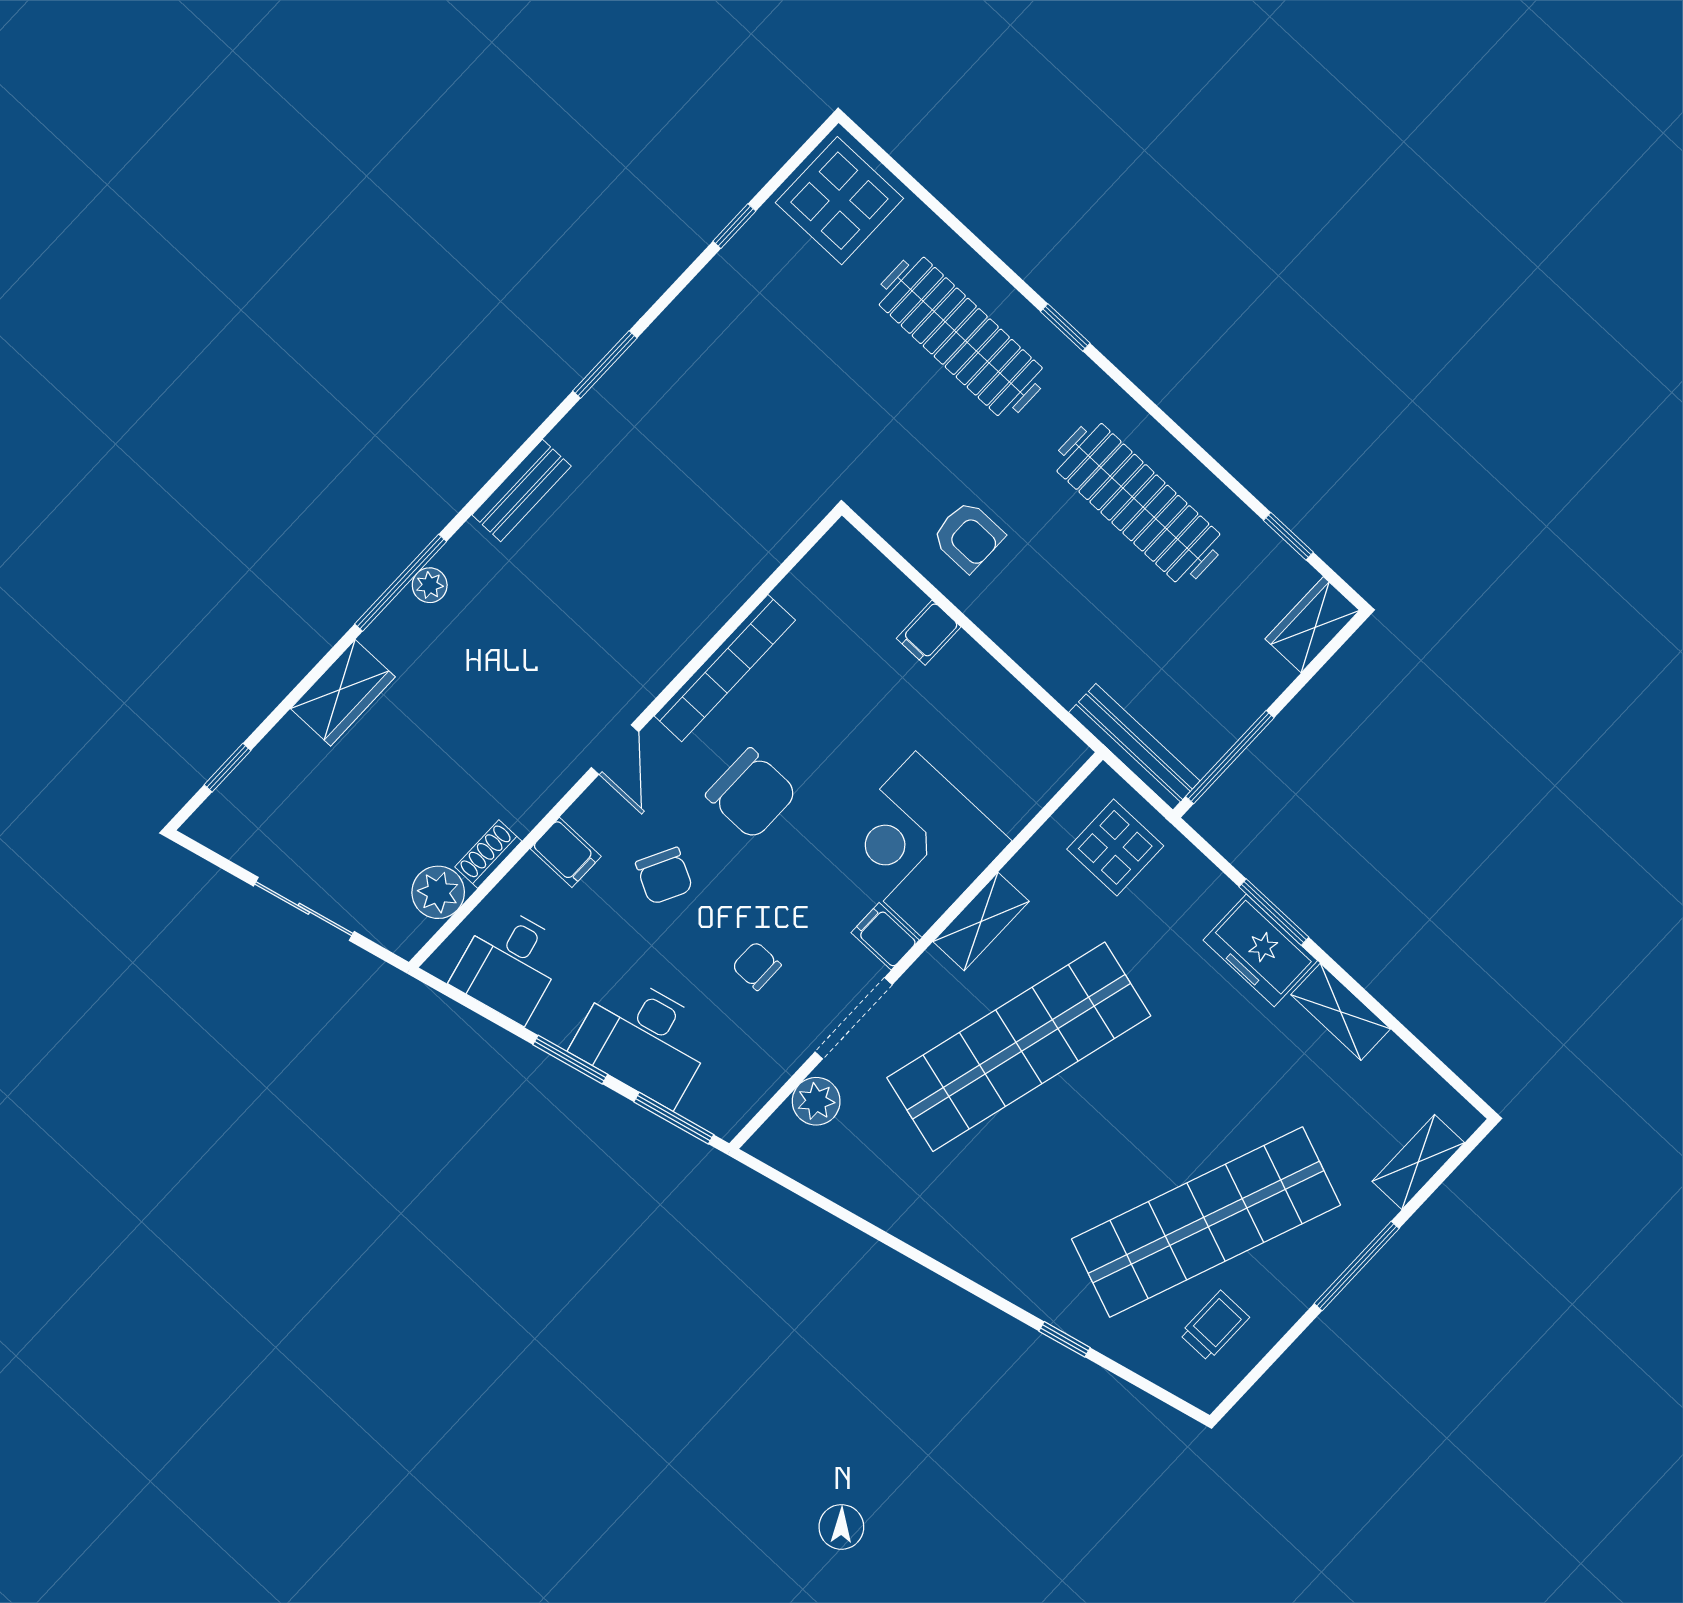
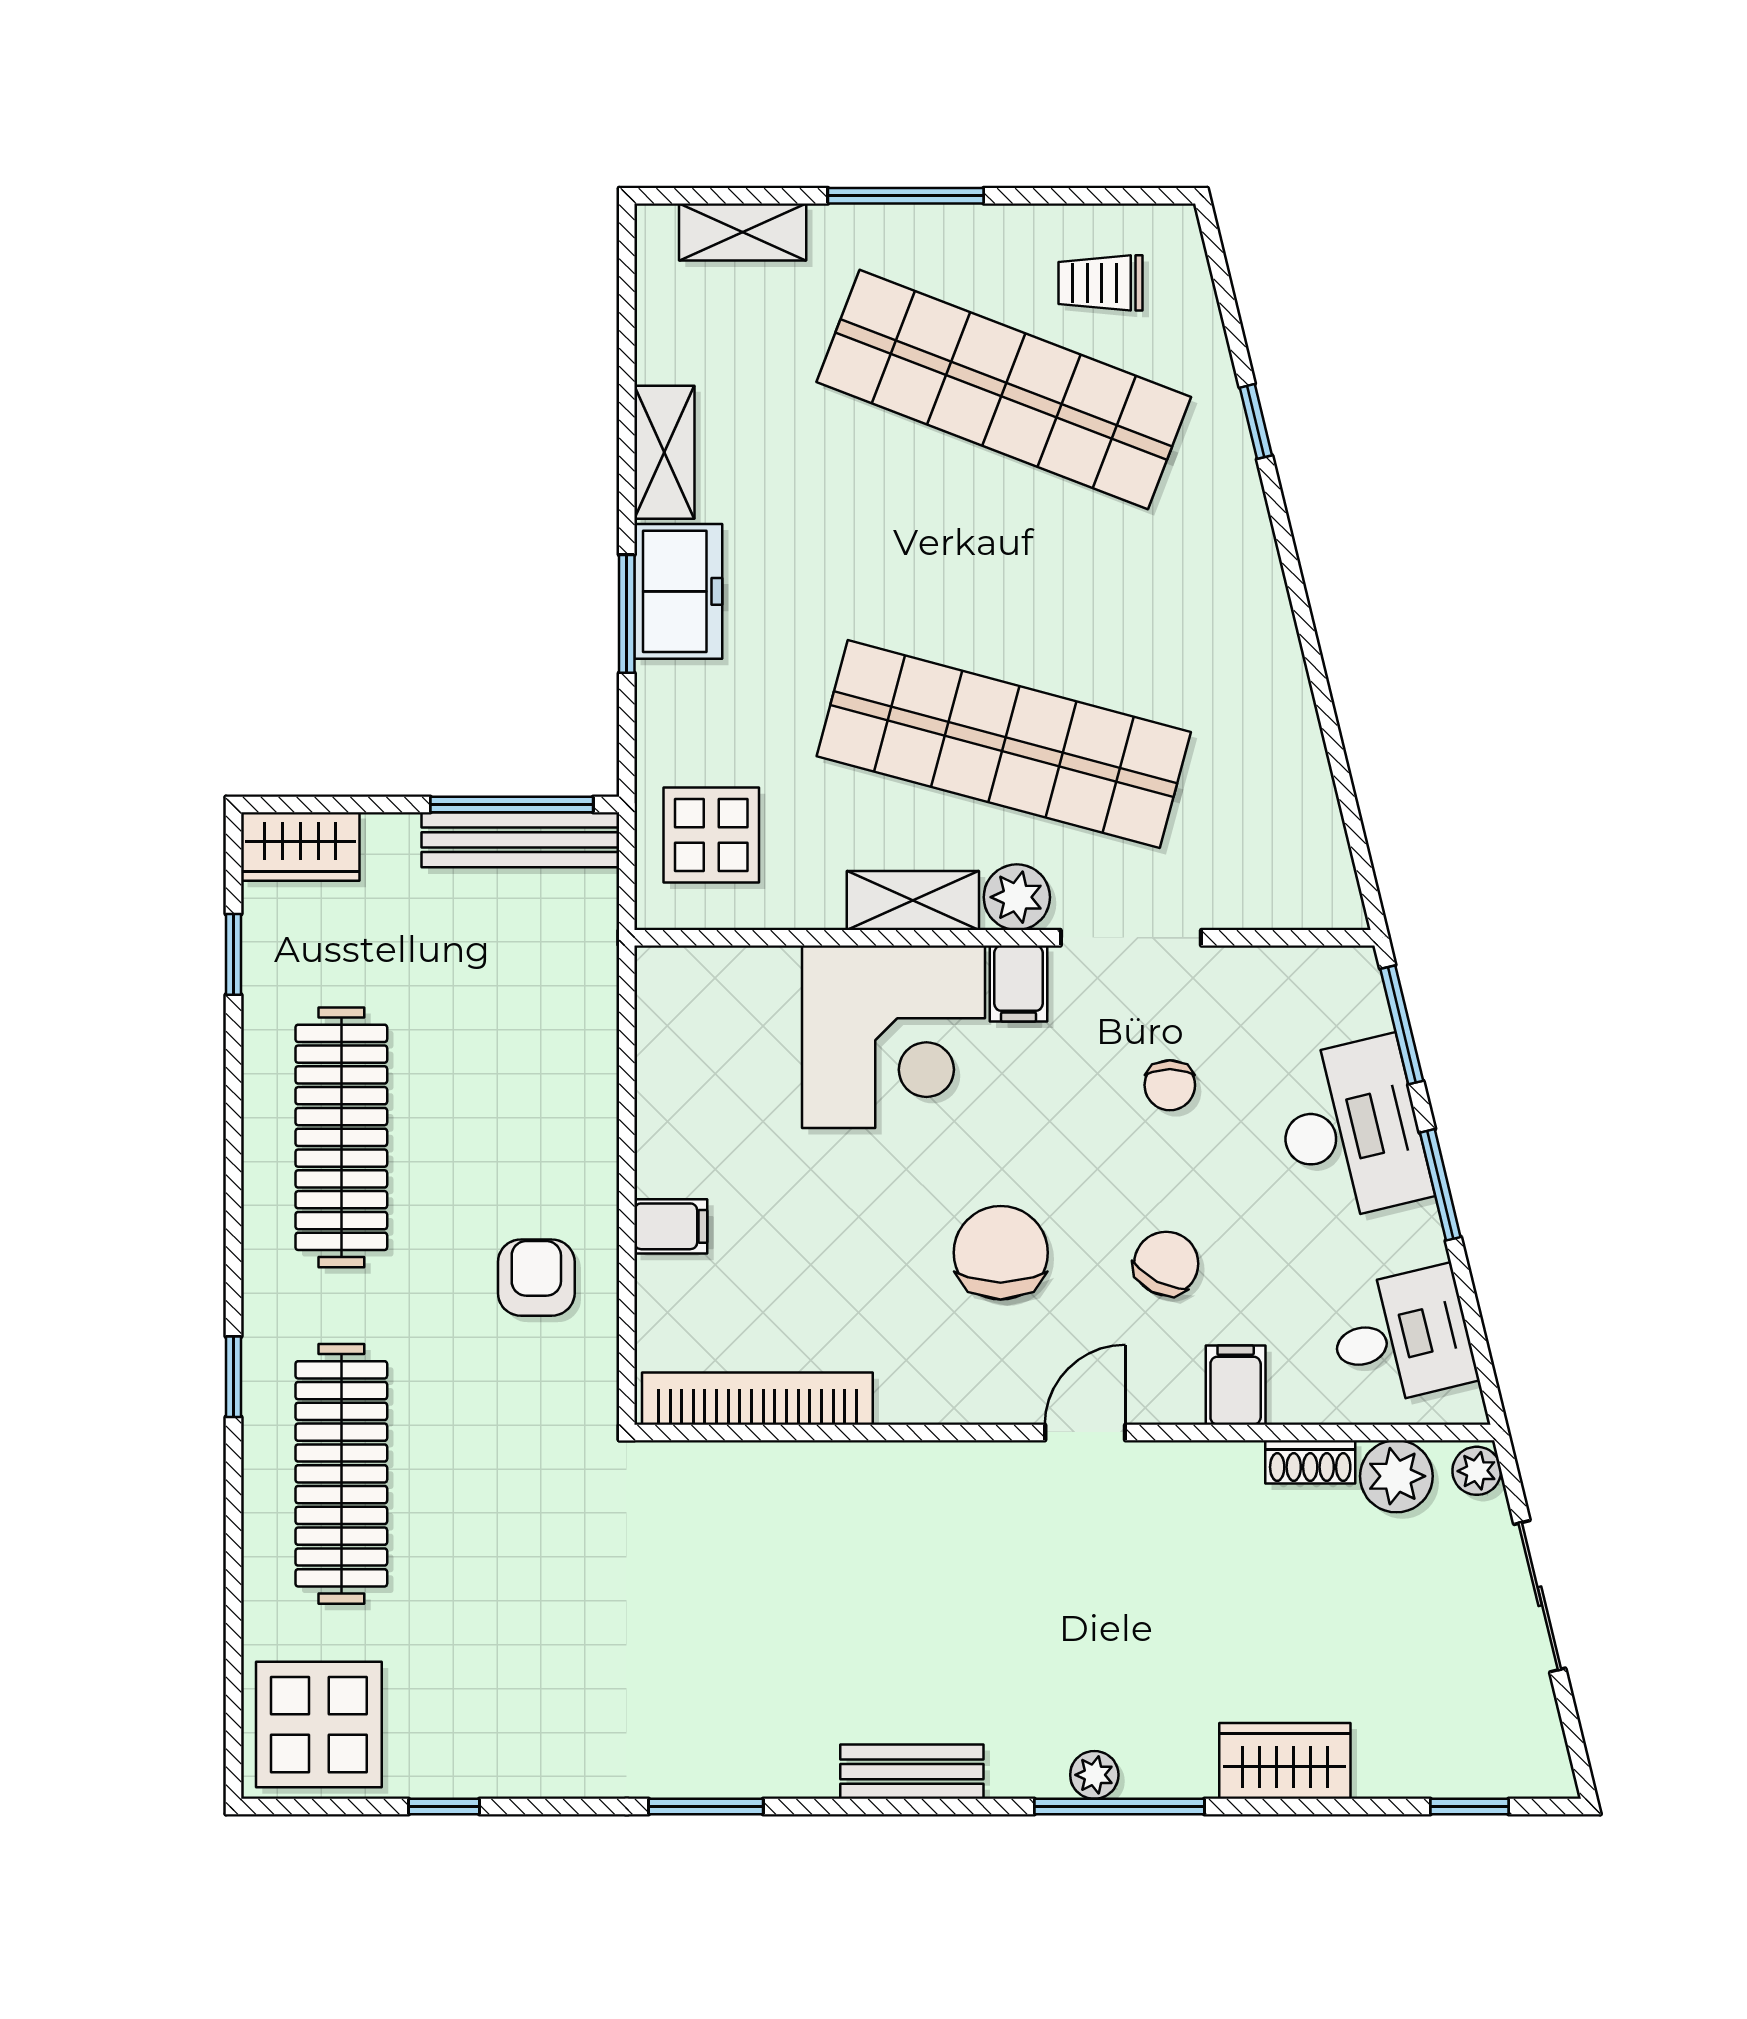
bookcase: (725, 668) -> (757, 1399), moved
bench: (1134, 747) -> (520, 840), moved, turned 90
plant: (401, 937) -> (1477, 1471), added
plant: (816, 1101) -> (1017, 897), moved

